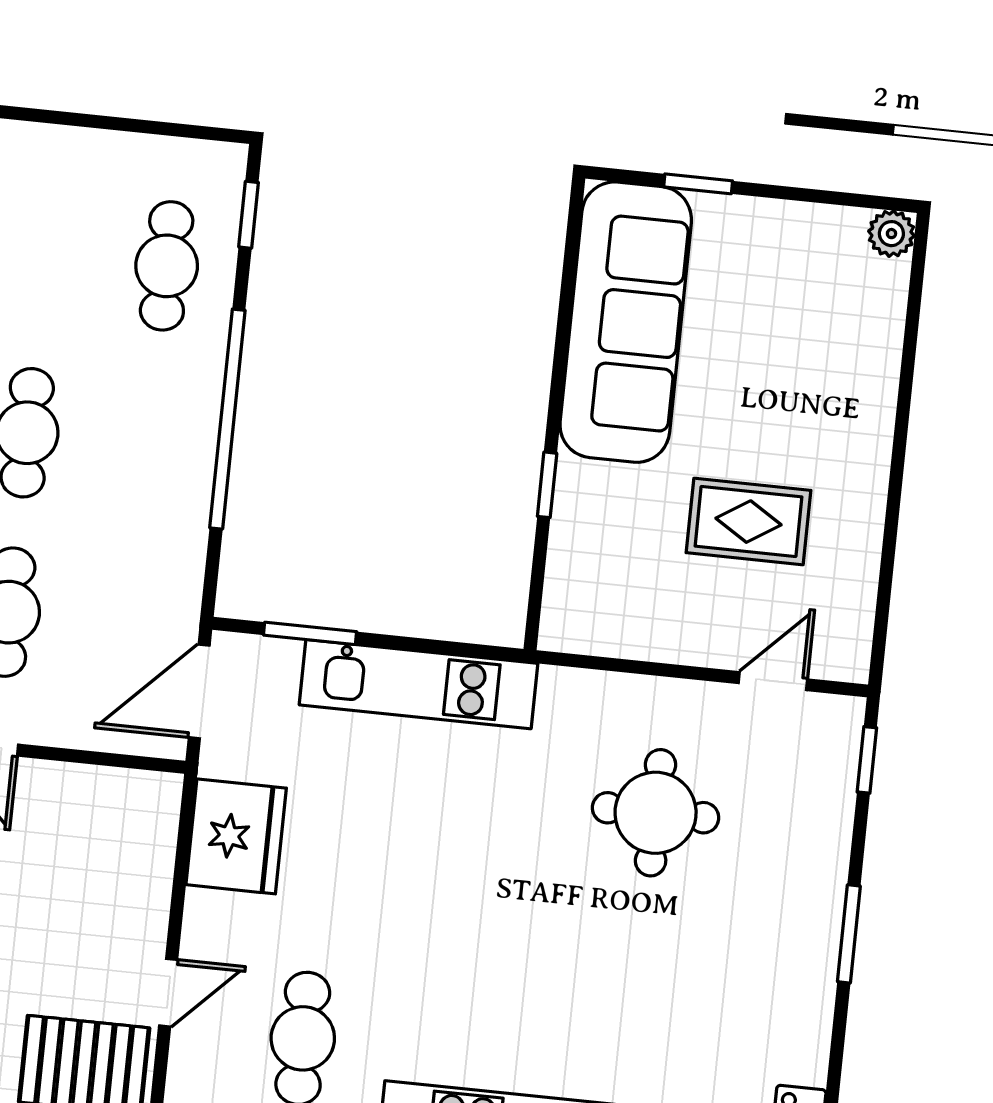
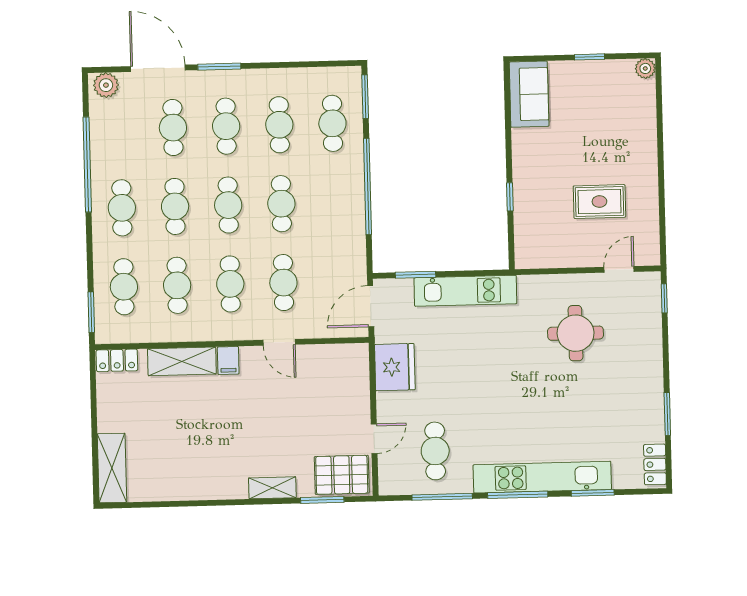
window: (698, 184) -> (590, 57), moved
window: (249, 215) -> (365, 97), width x1.50
cafe table: (46, 253) -> (279, 125), added
sofa: (626, 322) -> (529, 94), width x0.54, depth x0.79
window: (849, 934) -> (667, 414), moved

